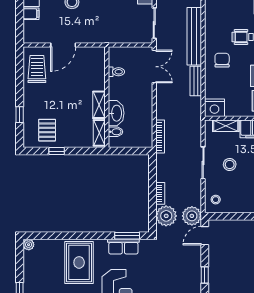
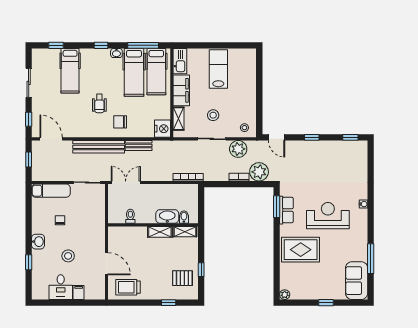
plant: (192, 216) -> (238, 149), moved

